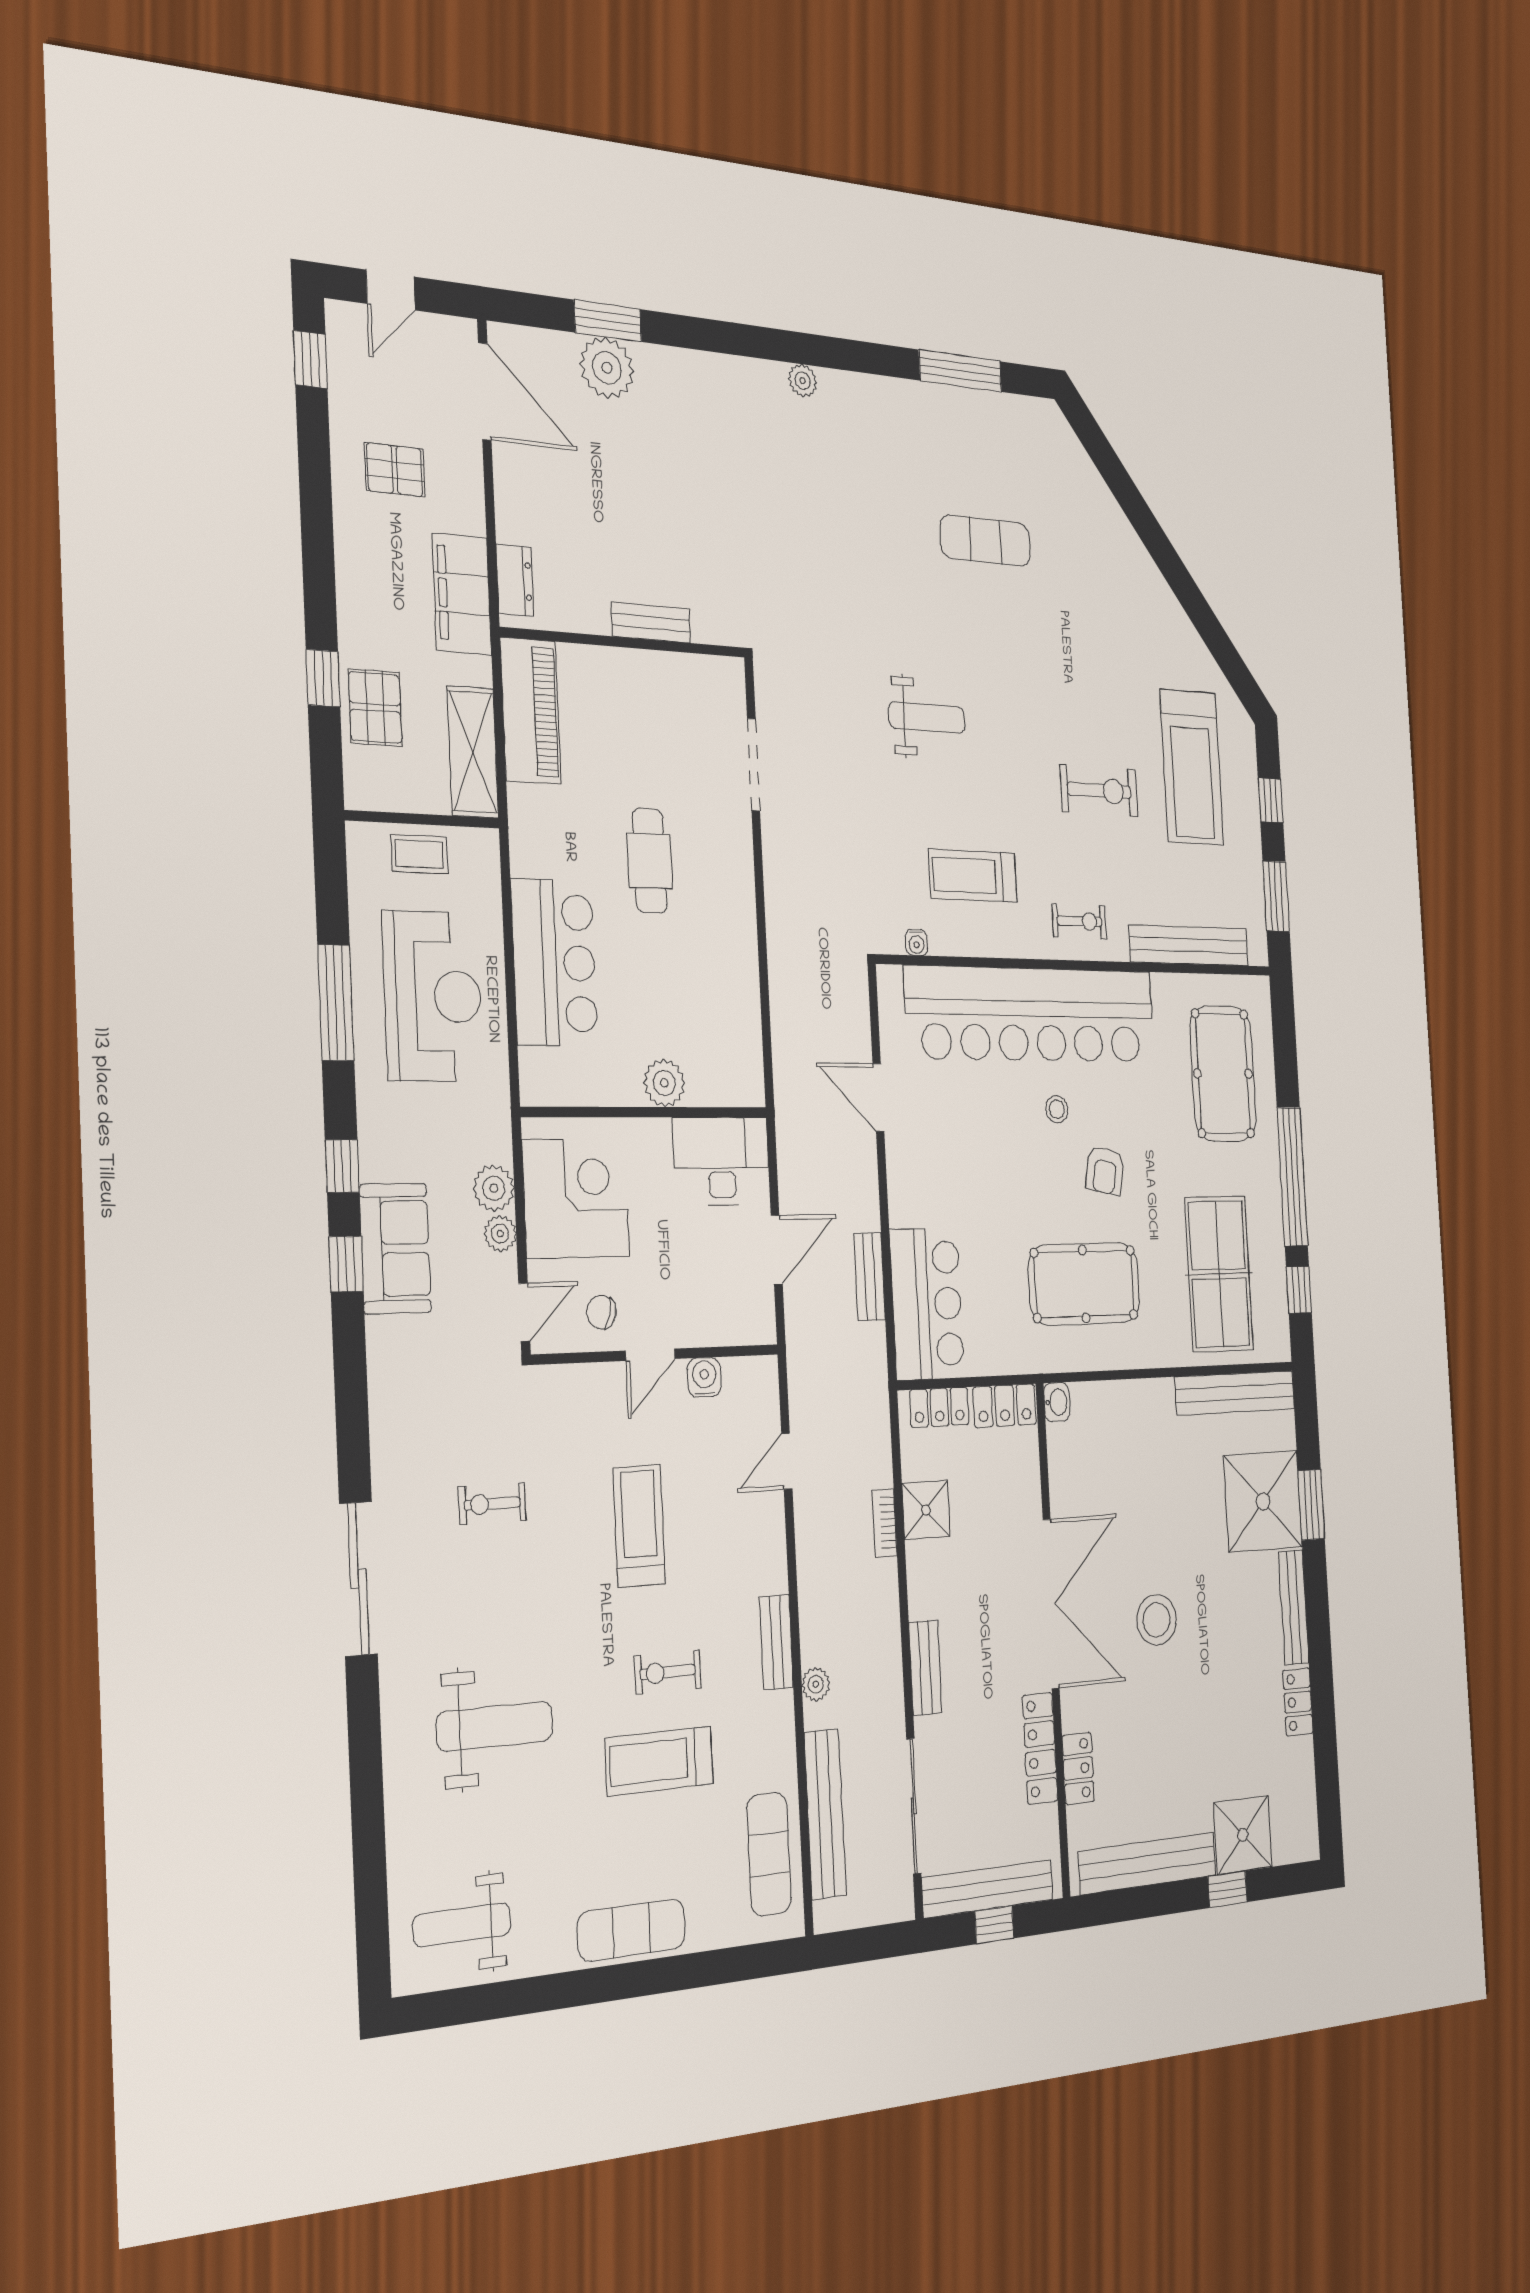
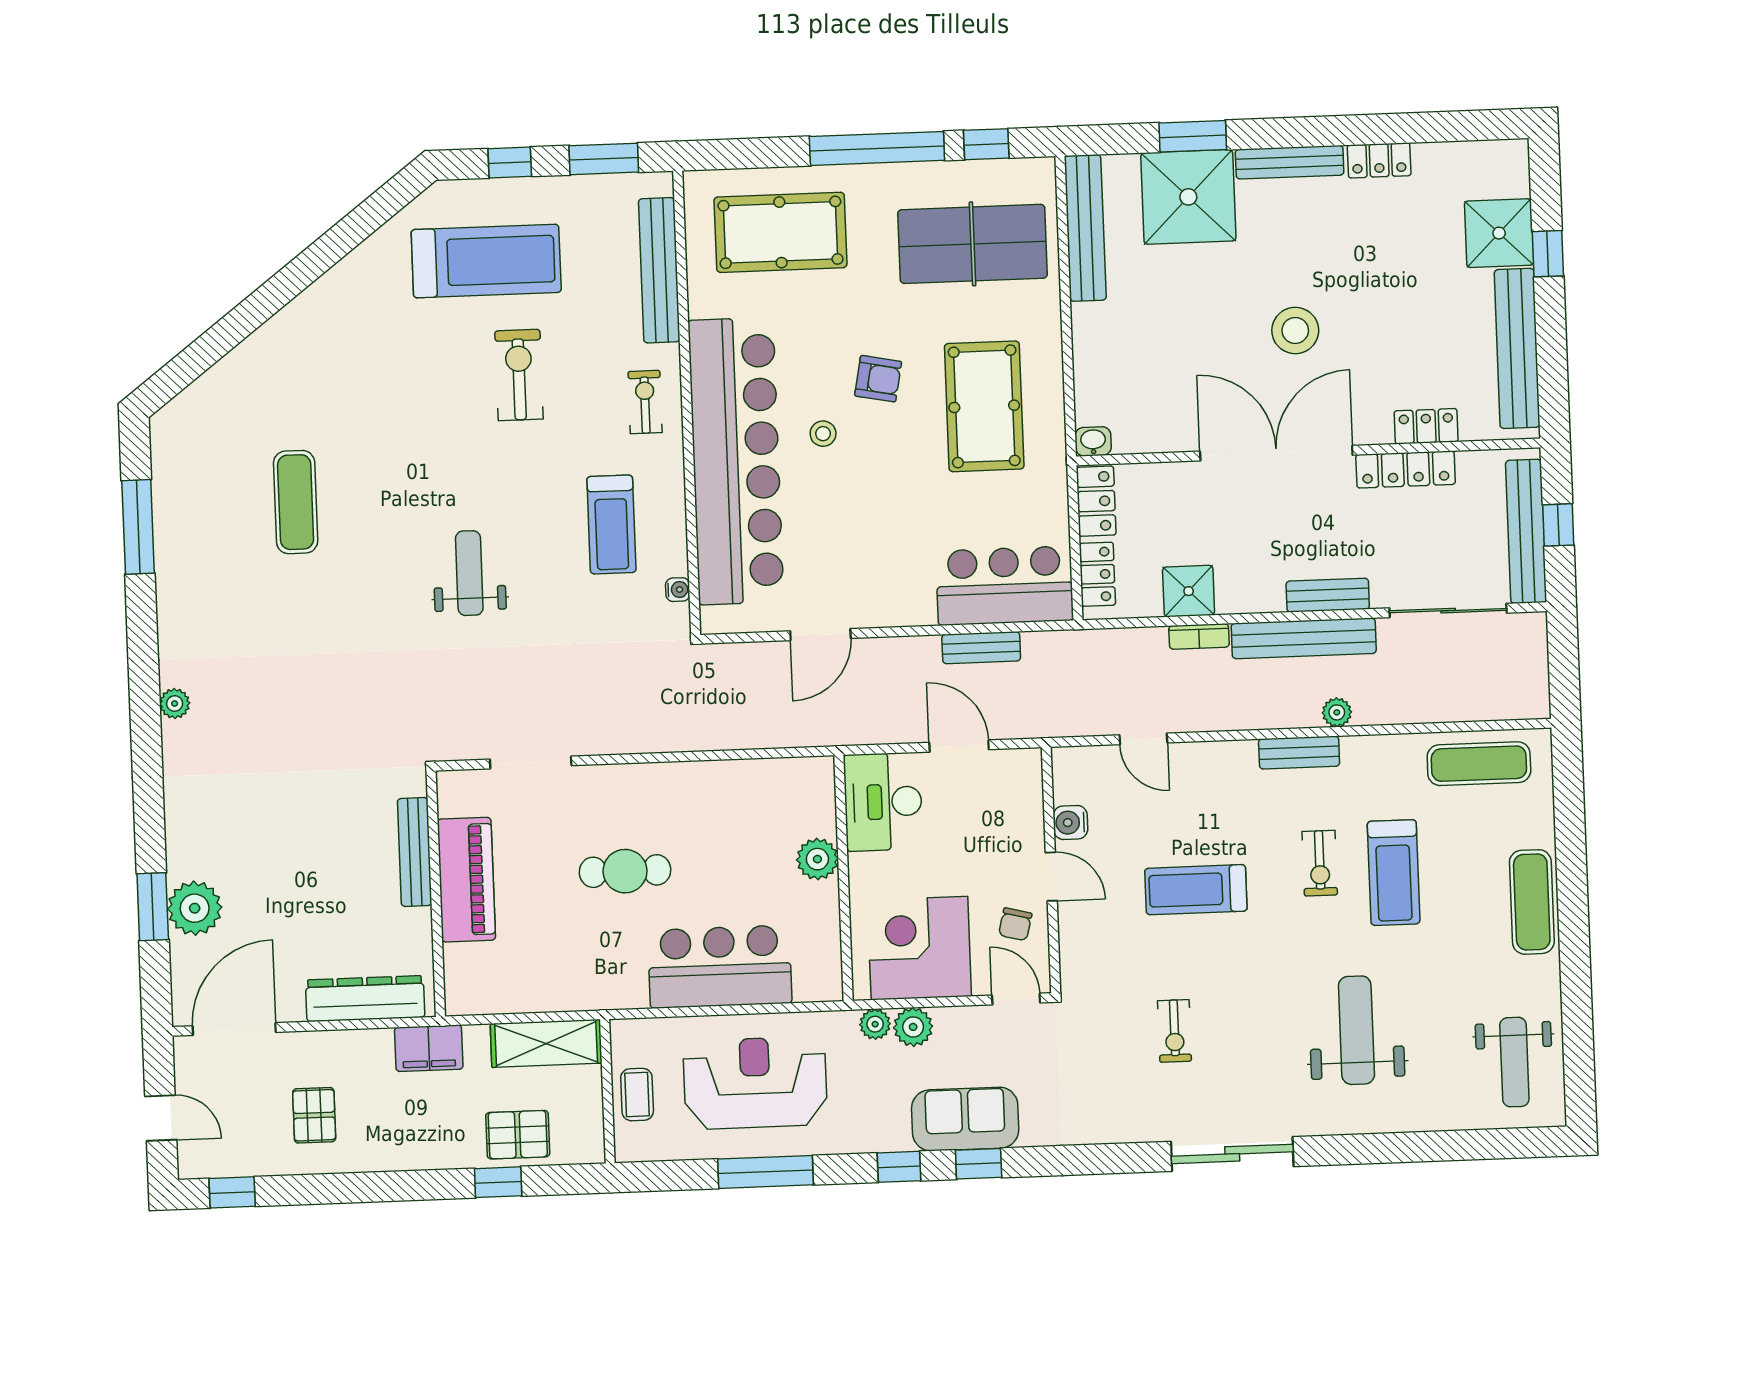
dresser: (515, 580) -> (365, 999), width x1.96, depth x1.24
filing cabinet: (462, 594) -> (429, 1048), width x0.67, depth x0.86
bench: (651, 623) -> (415, 852), width x1.36
piano: (531, 711) -> (466, 880), moved, turned 90
plant: (500, 1234) -> (875, 1024), moved
bench: (825, 1814) -> (1304, 638), moved

